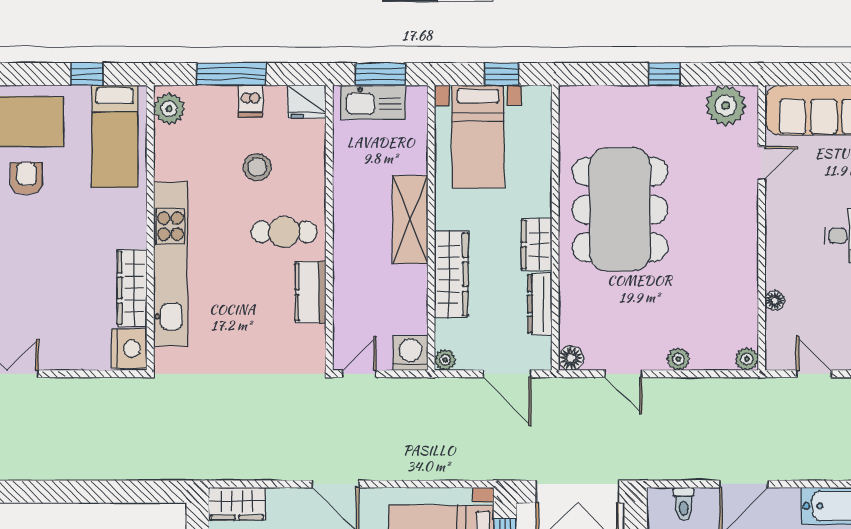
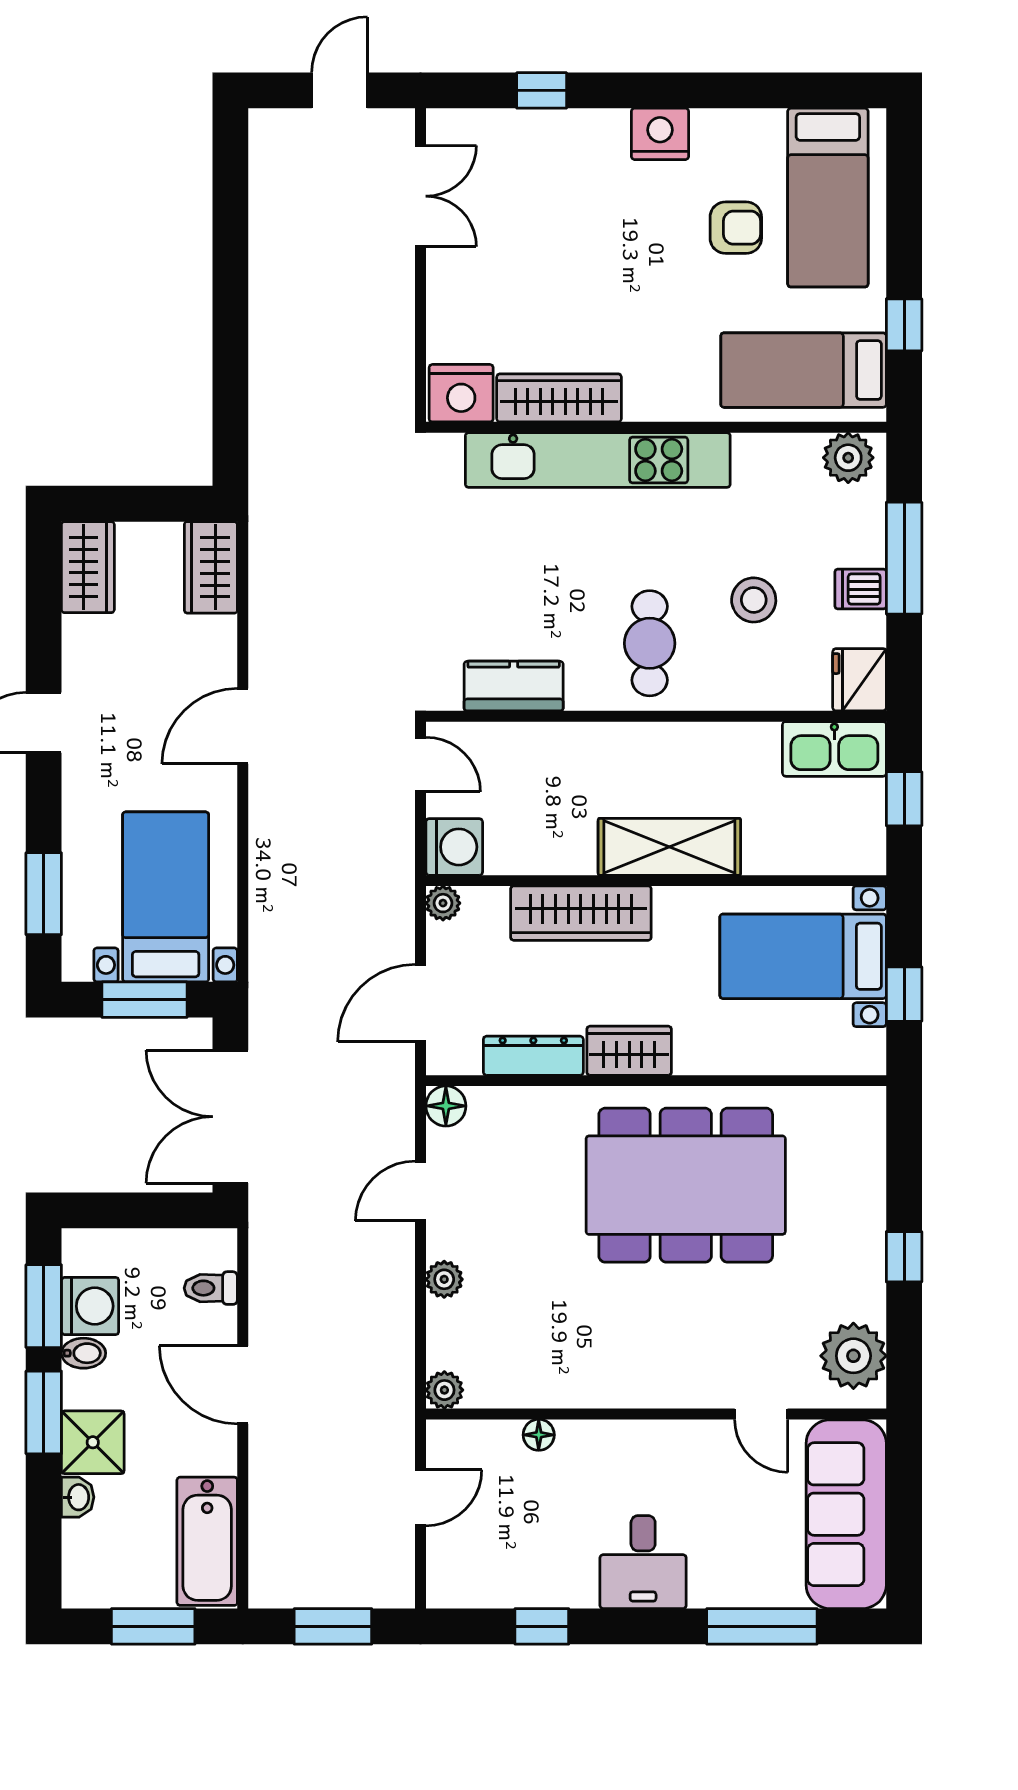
window: (380, 74) -> (904, 799), width x0.67
kitchen sink: (373, 102) -> (834, 749), moved, turned -90
kitchen counter: (311, 292) -> (514, 686), moved

